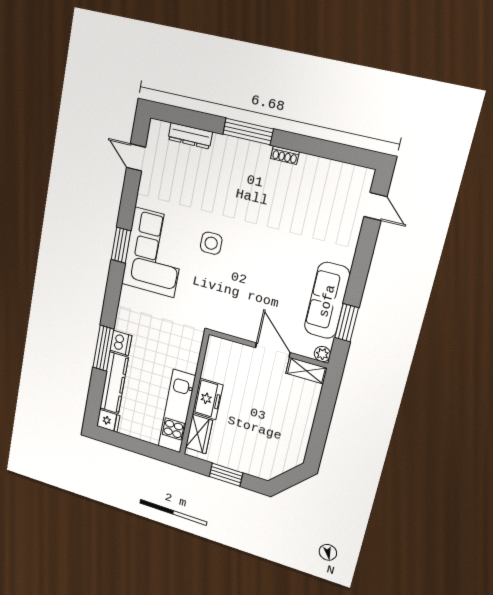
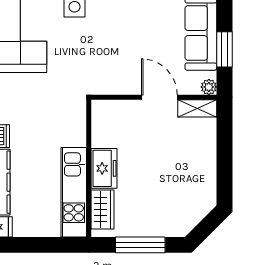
window: (226, 475) -> (140, 245), width x1.44

